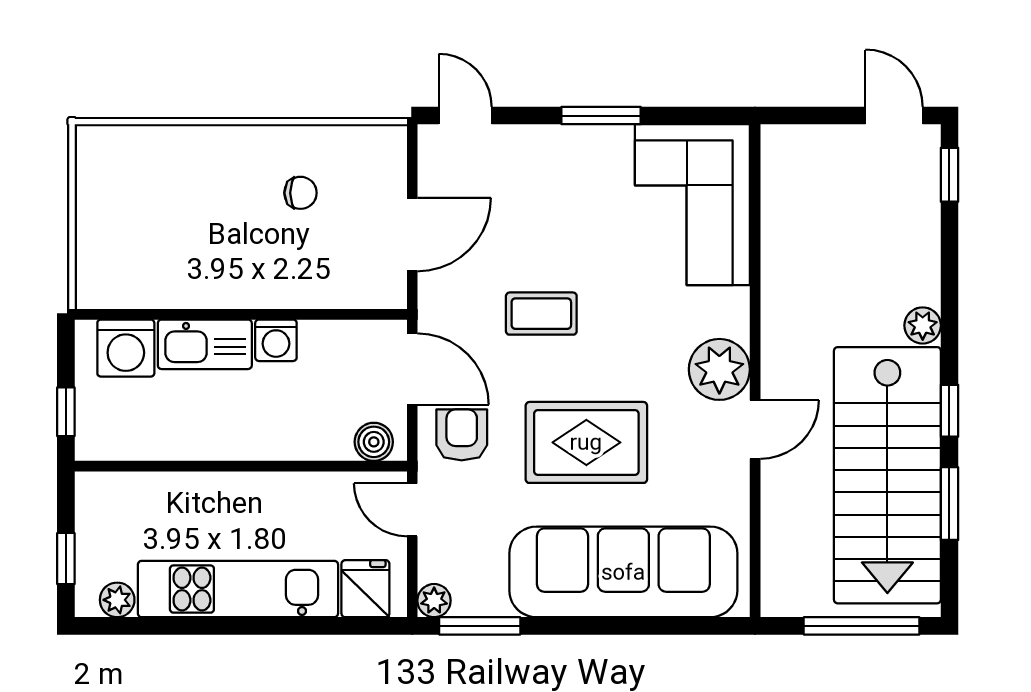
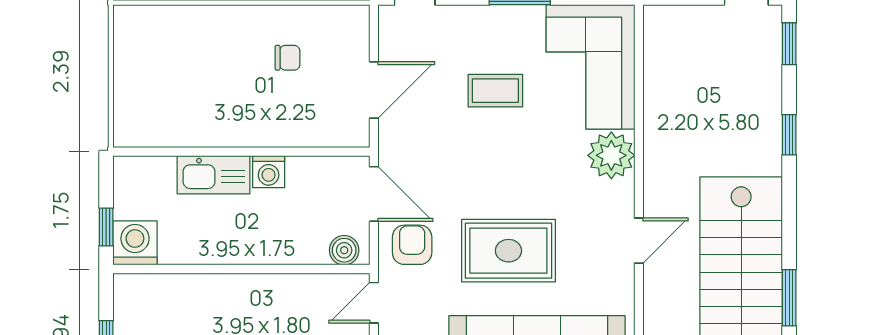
coffee table: (541, 314) -> (495, 91), moved
plant: (923, 325) -> (768, 160), removed
washing machine: (126, 348) -> (135, 243), moved, turned 180
plant: (719, 369) -> (611, 155), moved
window: (949, 411) -> (789, 135), moved
door: (412, 510) -> (374, 303), hinge flipped

